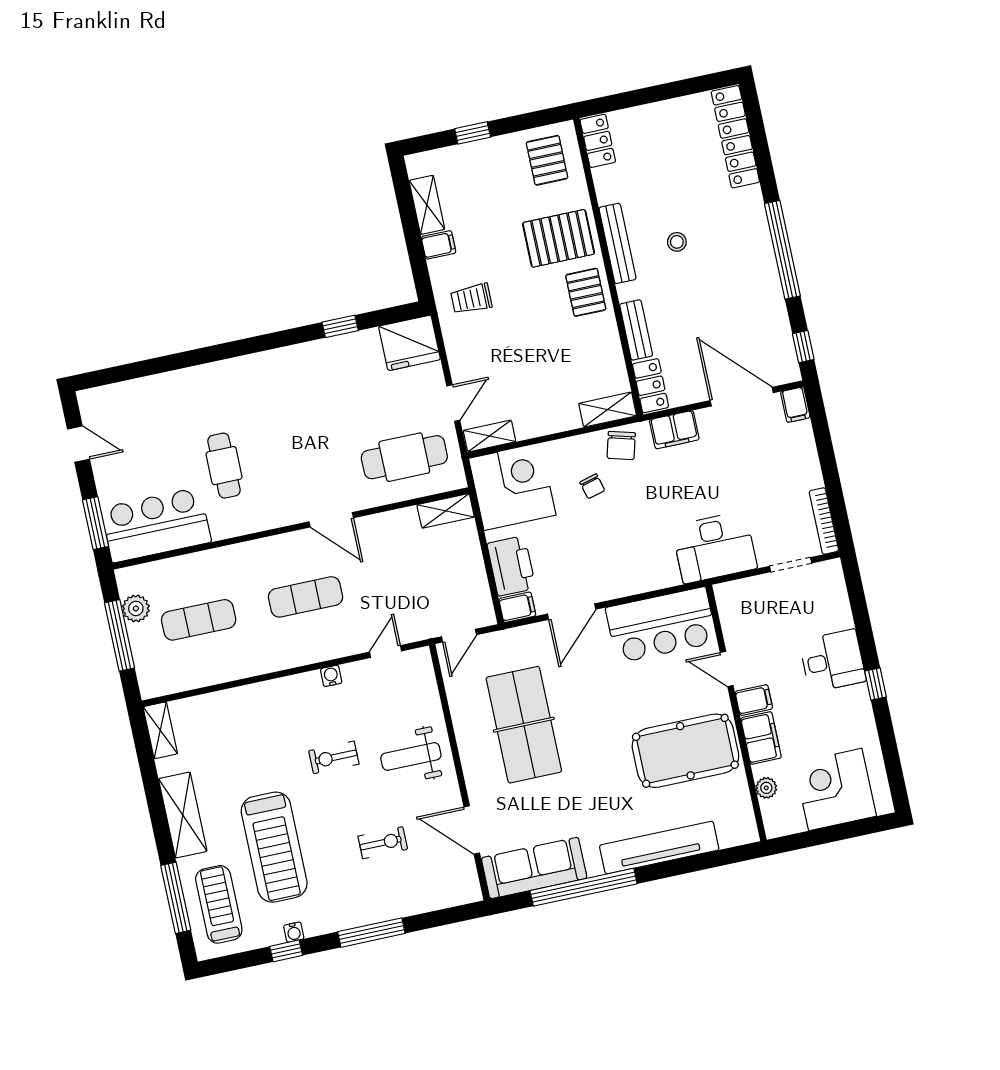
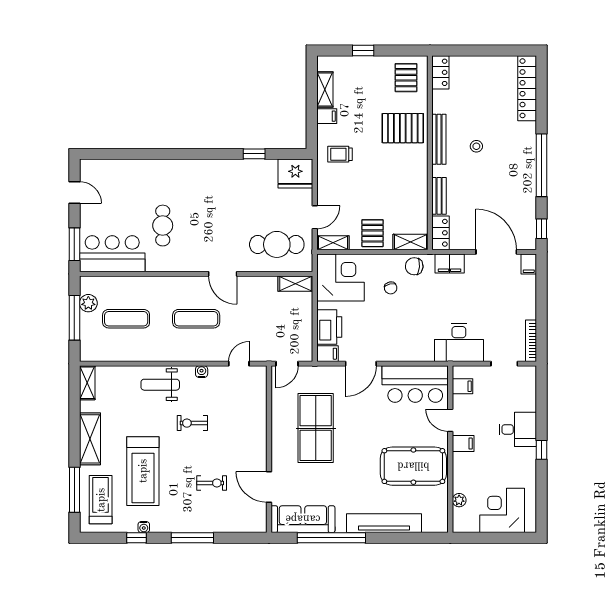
pallet: (586, 292) -> (373, 233), moved
chair: (621, 445) -> (414, 266), turned 80
filing cabinet: (761, 738) -> (462, 386), moved, width x0.50
weight bench: (411, 756) -> (160, 385), moved

